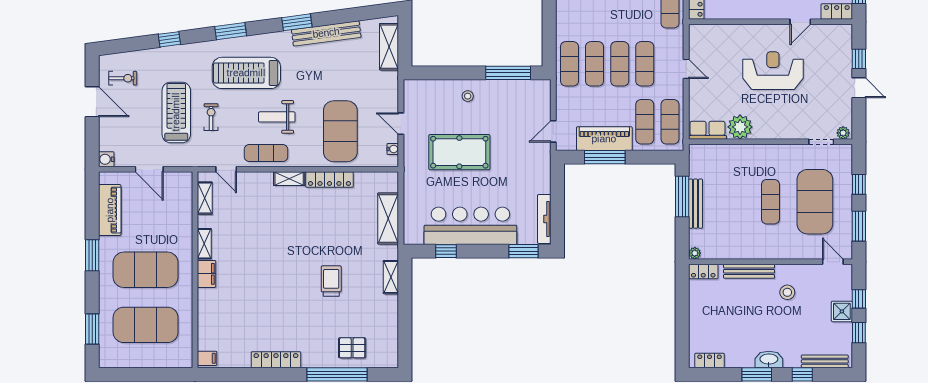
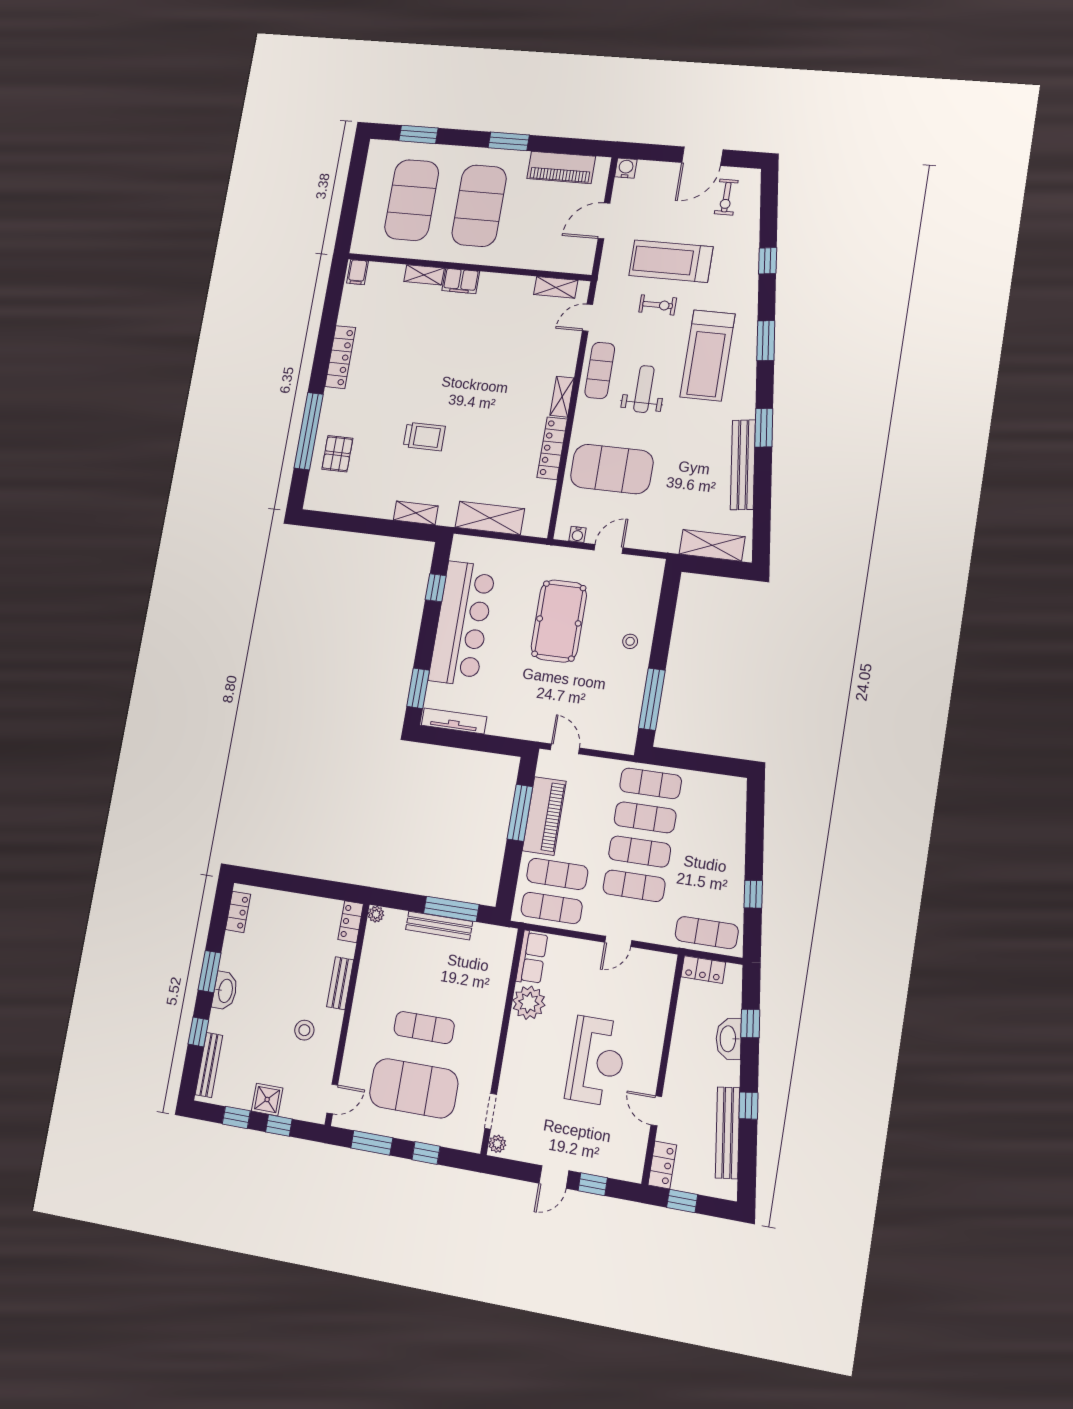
treadmill: (246, 73) -> (708, 355), turned 180
treadmill: (176, 112) -> (671, 261), turned 180
shelving: (204, 244) -> (424, 275), moved
bench: (749, 271) -> (340, 983), width x0.73

